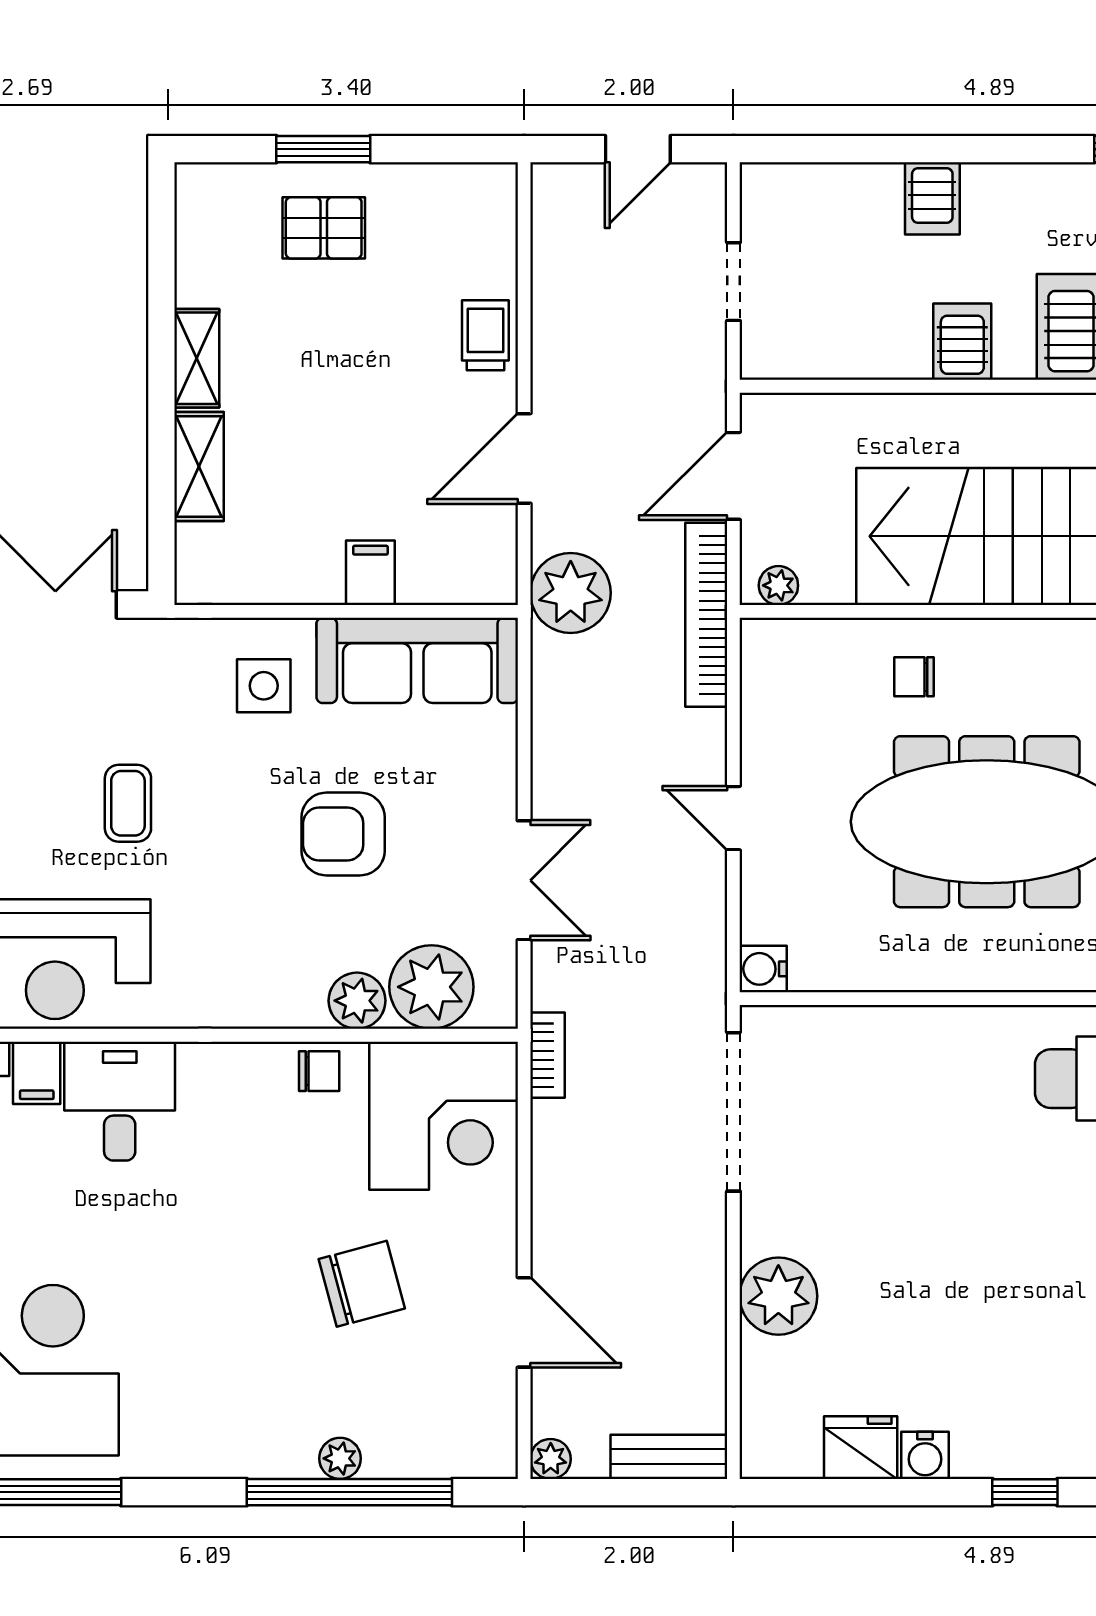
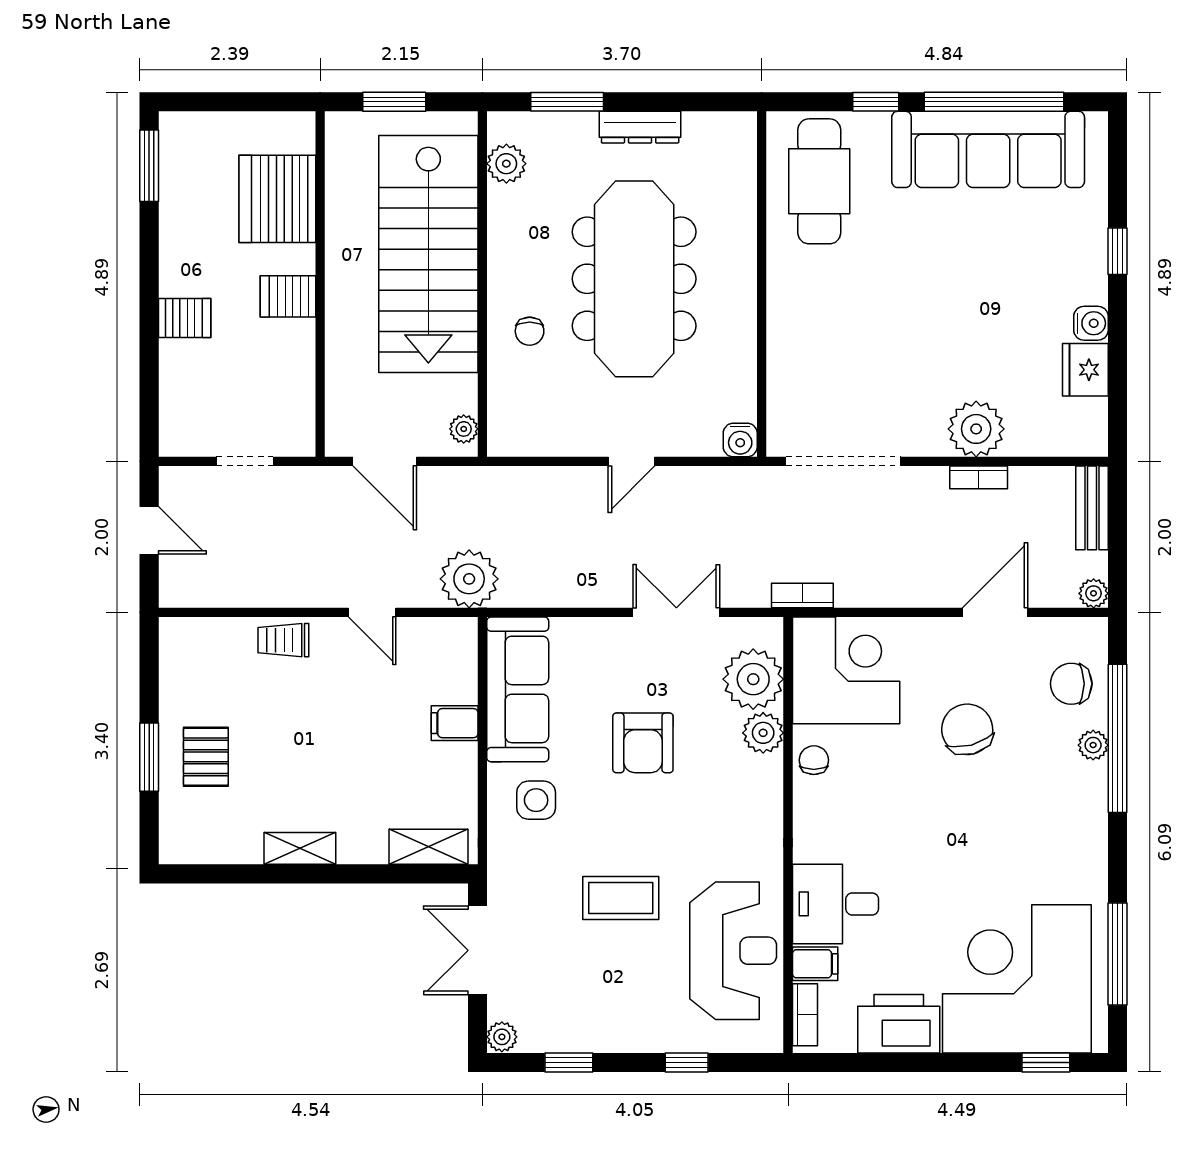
door: (524, 458) -> (372, 612), width x0.73
shelving: (199, 466) -> (429, 847), moved
bookcase: (706, 615) -> (979, 477), moved, width x0.43, depth x0.76
coffee table: (128, 803) -> (621, 898), width x1.36, depth x1.30
chair: (425, 1428) -> (1071, 684), added

